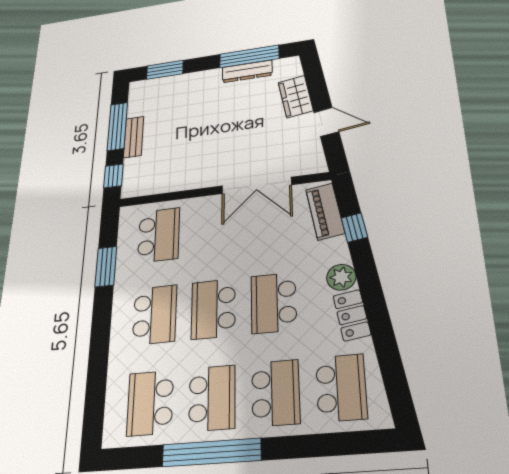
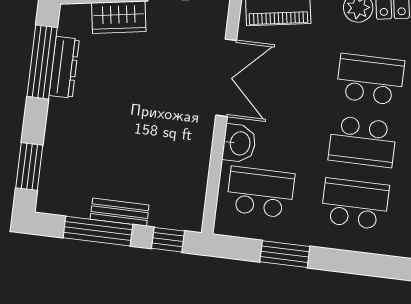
washbasin: (200, 209) -> (239, 143), added
school desk: (274, 303) -> (370, 79), turned 180

